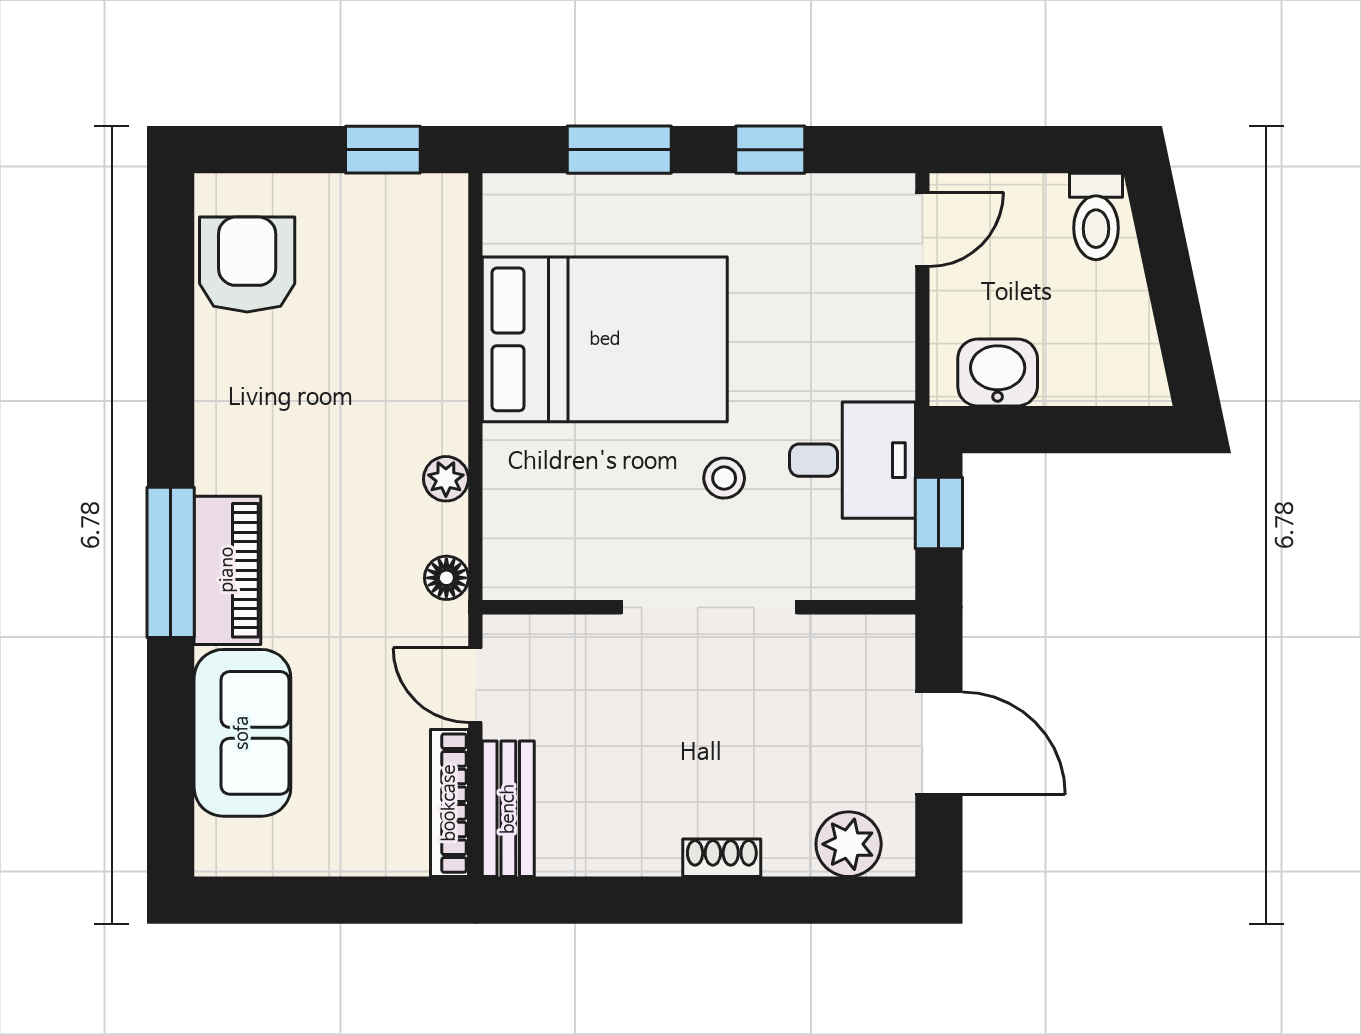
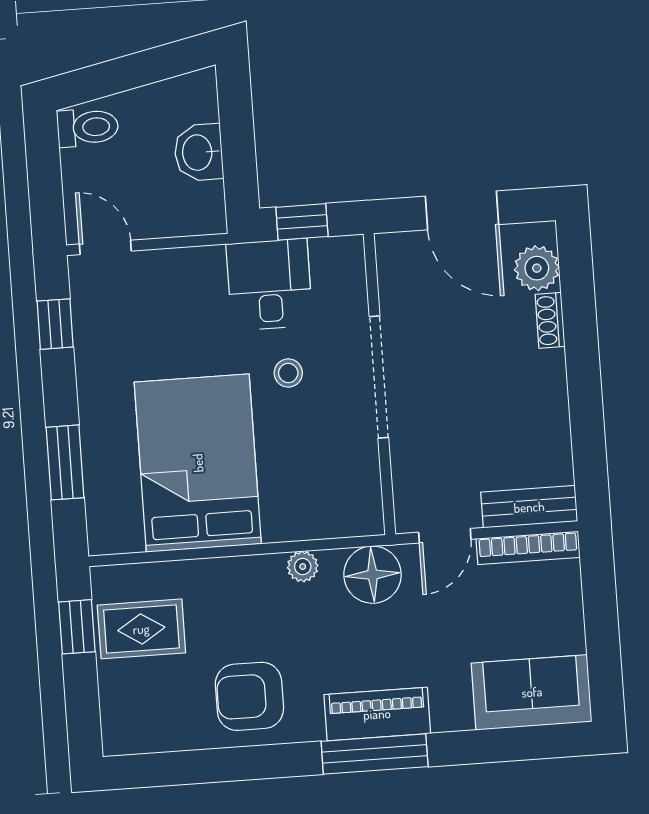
window: (770, 150) -> (55, 324), moved
rug: (373, 242) -> (141, 629), added
armchair: (247, 265) -> (249, 696), moved
washbasin: (998, 372) -> (199, 152), moved
floor lamp: (446, 578) -> (372, 575), width x1.89, depth x1.89
sofa: (242, 733) -> (532, 692), moved
door: (939, 743) -> (462, 210), swing flipped
shoe rack: (722, 858) -> (550, 320), moved

